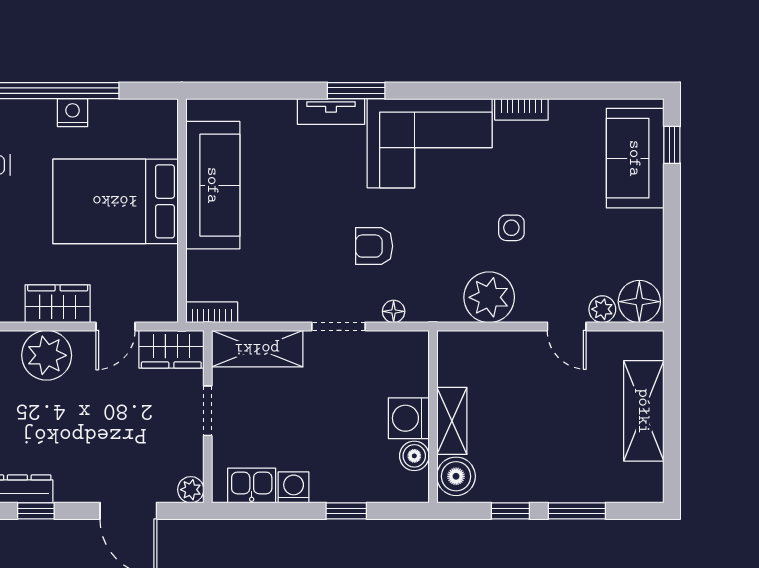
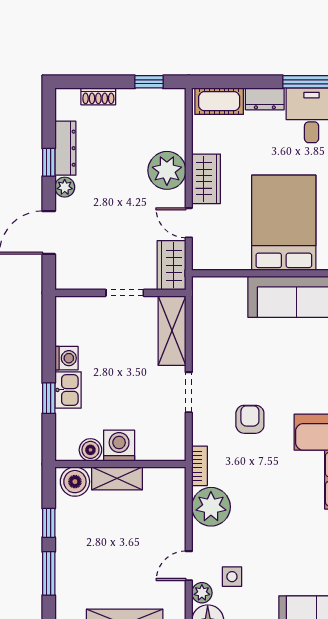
side table: (511, 228) -> (232, 577), moved
floor lamp: (394, 311) -> (200, 434), removed
bookcase: (212, 312) -> (200, 466), moved
kitchen sink: (252, 485) -> (68, 390), moved
plant: (191, 490) -> (65, 187), moved

